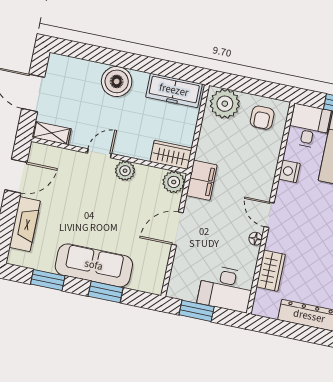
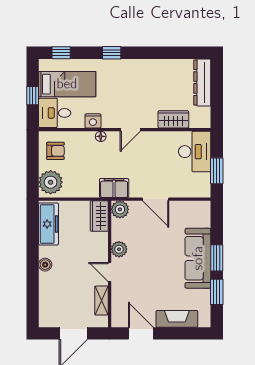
boiler: (117, 81) -> (45, 265), width x0.54, depth x0.54
shelving: (51, 133) -> (102, 301), moved
floor lamp: (256, 239) -> (101, 136), moved
window: (106, 292) -> (217, 258), moved

